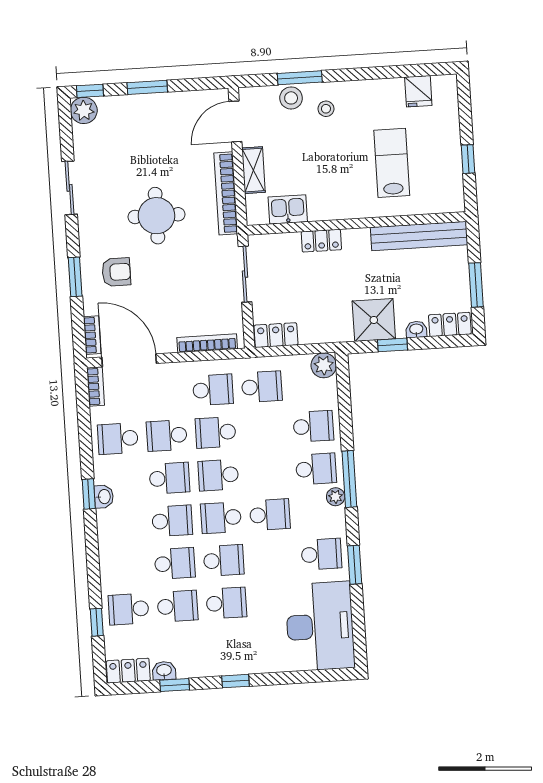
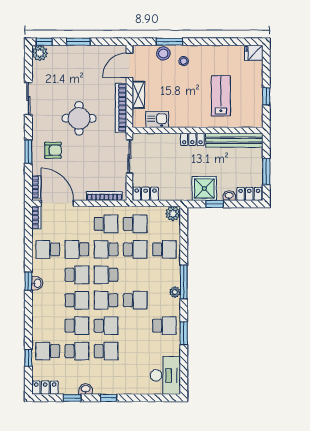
fridge: (418, 91) -> (254, 53), moved, turned 90
locker: (321, 241) -> (192, 139), moved
school desk: (316, 469) -> (135, 249), moved
desk: (320, 626) -> (165, 375), width x0.73, depth x0.77
washbasin: (164, 671) -> (86, 389), moved

